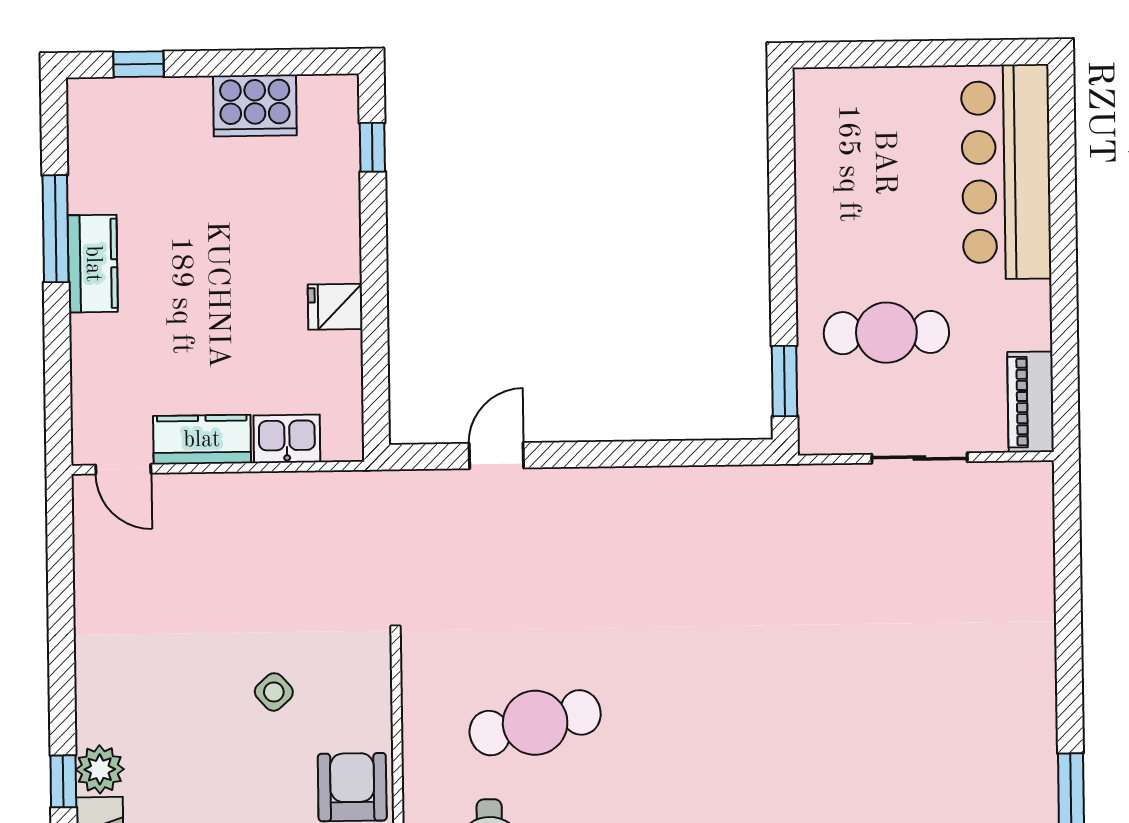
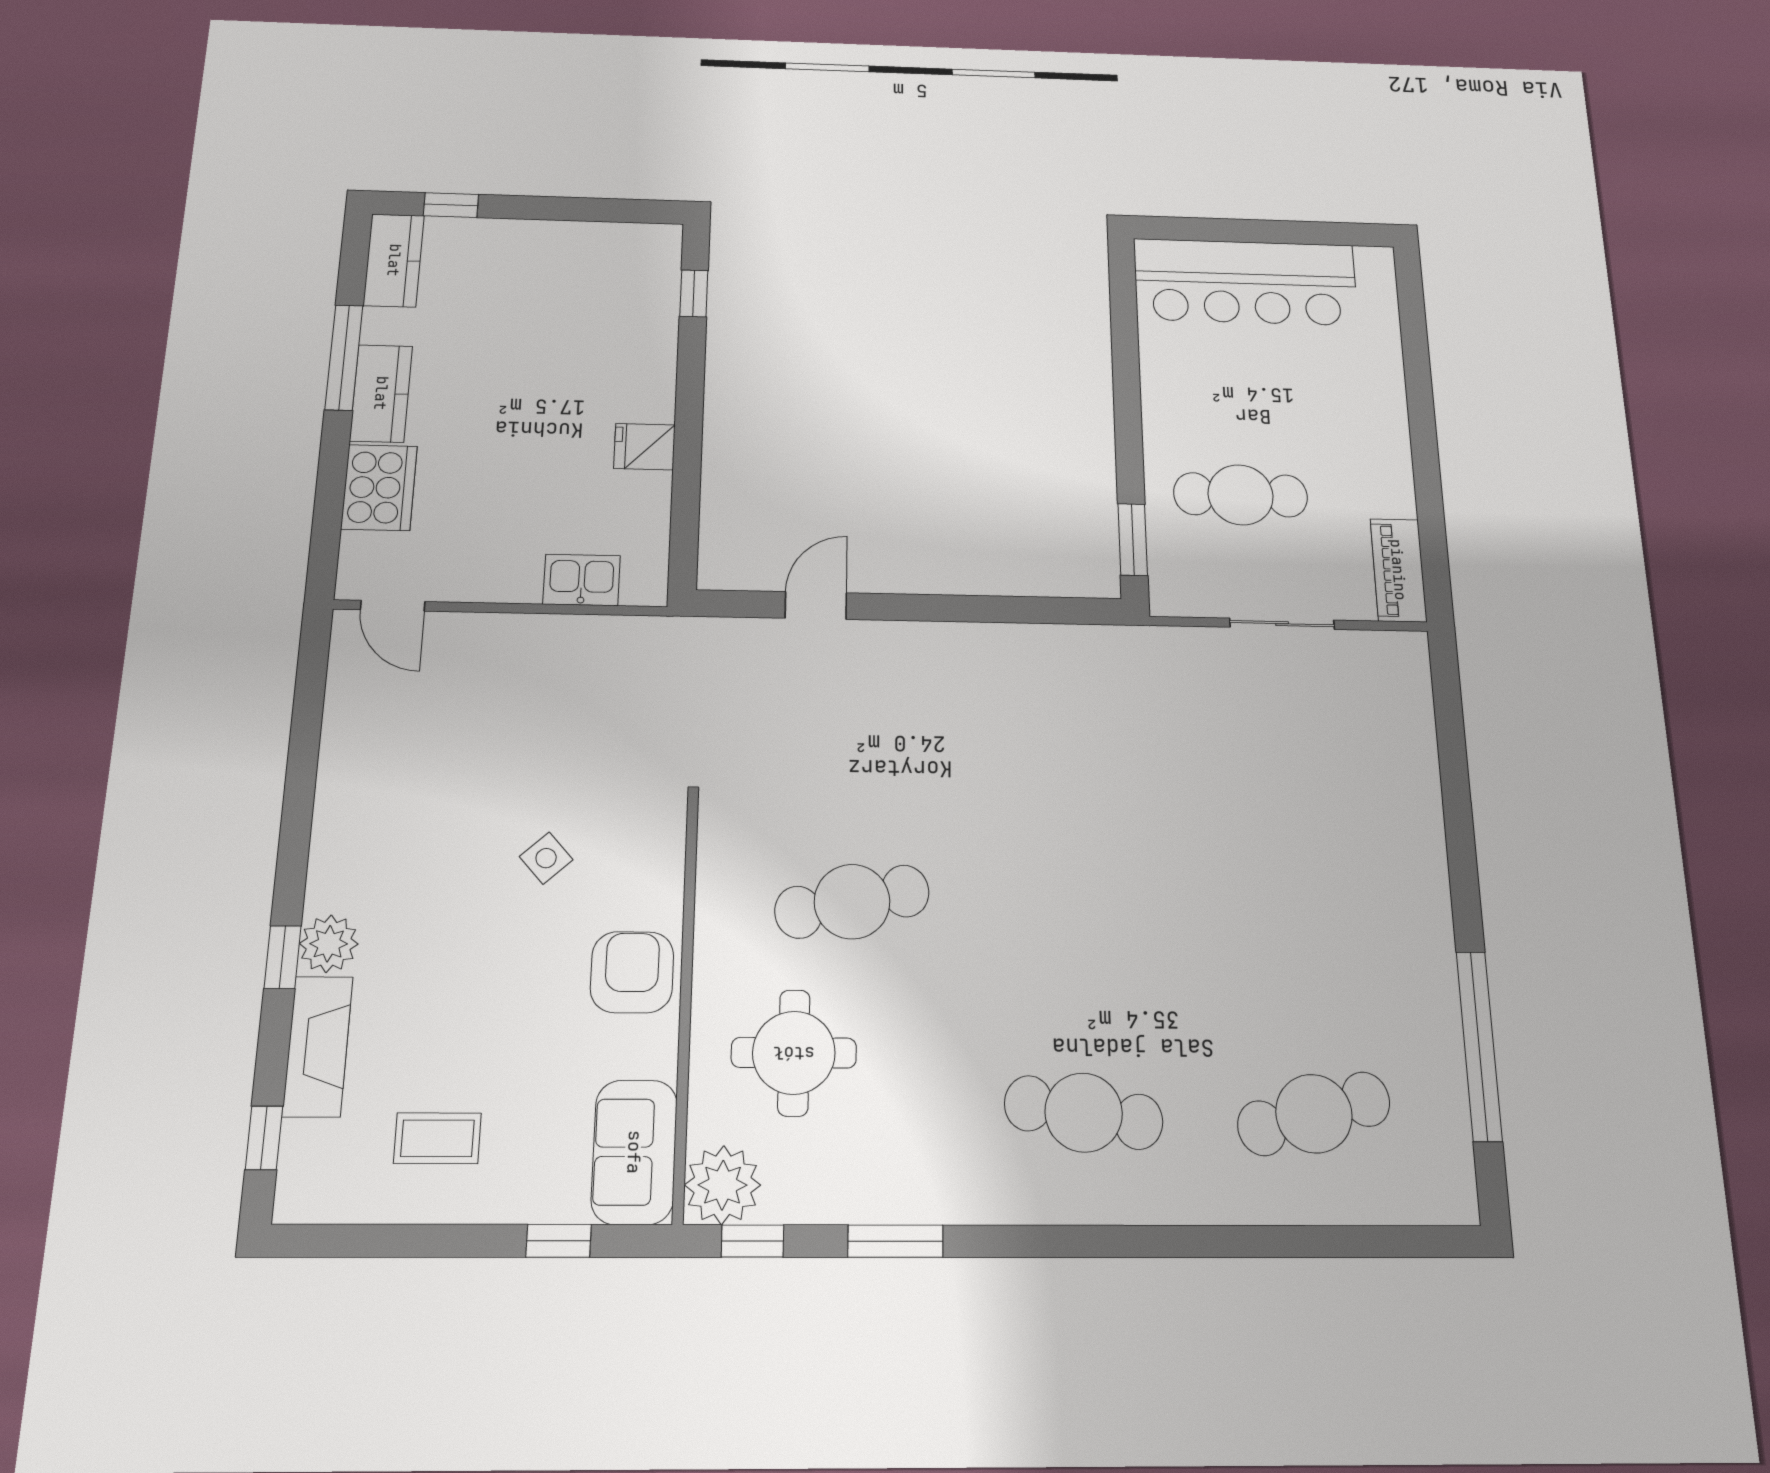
cooker: (255, 105) -> (379, 487), moved, turned -90
bar counter: (1006, 172) -> (1246, 282), moved, turned -90
kitchen counter: (202, 440) -> (394, 260), moved, turned 90

